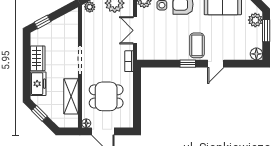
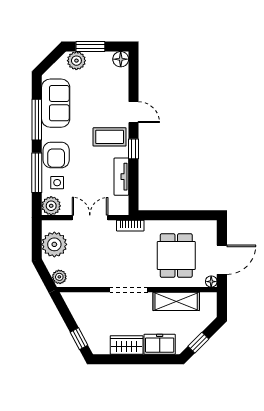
double door: (135, 30) -> (90, 218), swing flipped
tv unit: (167, 54) -> (121, 177), added

